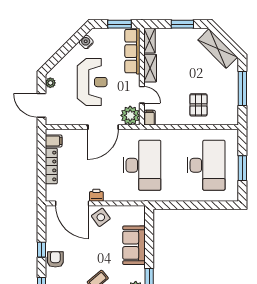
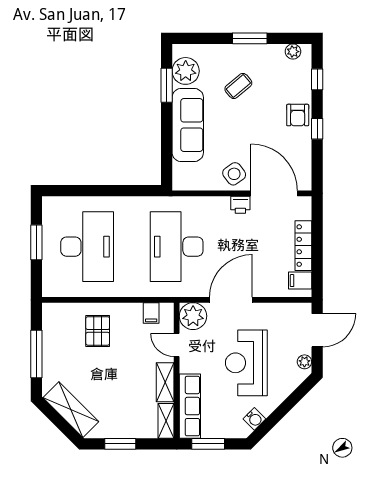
door: (41, 105) -> (317, 330), hinge flipped
filing cabinet: (149, 118) -> (151, 313), moved
desk: (206, 165) -> (87, 247), turned 180
sofa: (134, 245) -> (188, 125), width x1.36

